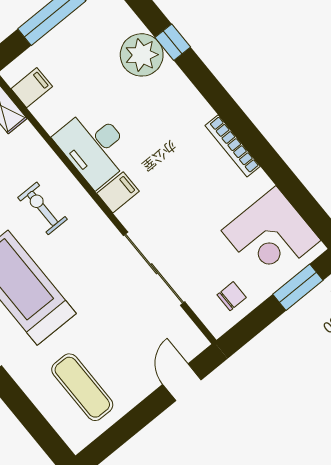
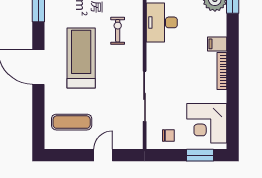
filing cabinet: (118, 192) -> (217, 44), moved, turned 180
door: (182, 382) -> (103, 155), moved
exercise mat: (82, 387) -> (72, 122), turned 90

